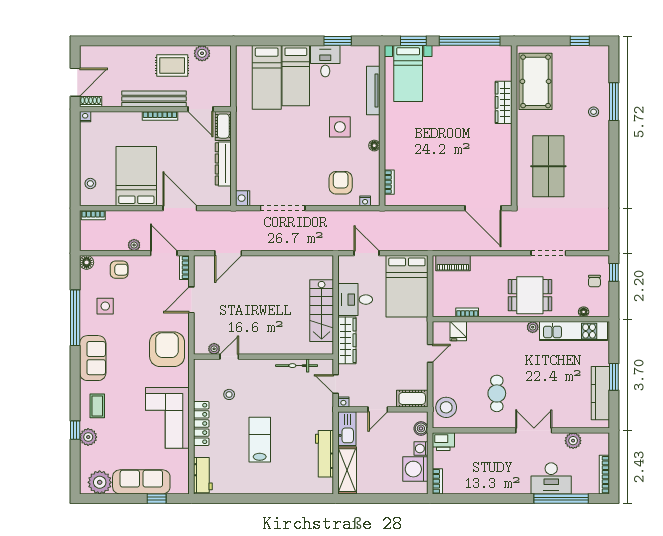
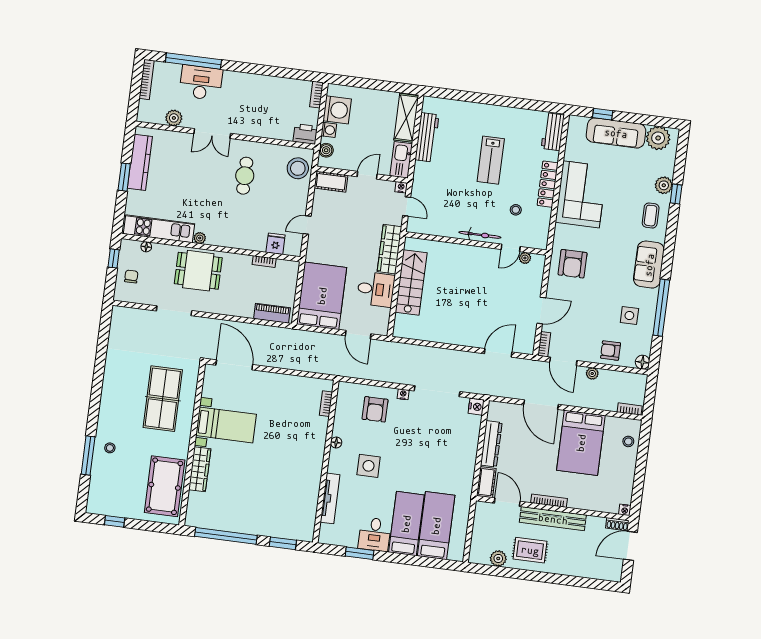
bed with nightstands: (408, 74) -> (226, 425), moved, turned 90
nightstand: (365, 201) -> (403, 394), moved
window: (614, 272) -> (114, 258), moved
armchair: (167, 349) -> (573, 264), width x0.73, depth x0.73
bicycle: (297, 366) -> (480, 235), moved

